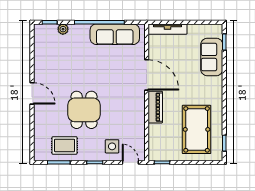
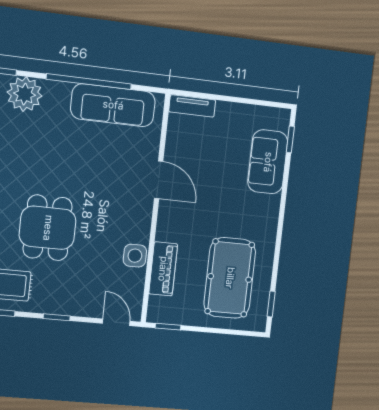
plant: (63, 29) -> (25, 94), width x1.88, depth x1.88
tv unit: (168, 29) -> (192, 106), width x0.71
door: (147, 75) -> (159, 180), width x0.73
piano: (155, 107) -> (163, 269), moved
side table: (112, 146) -> (135, 256), moved

